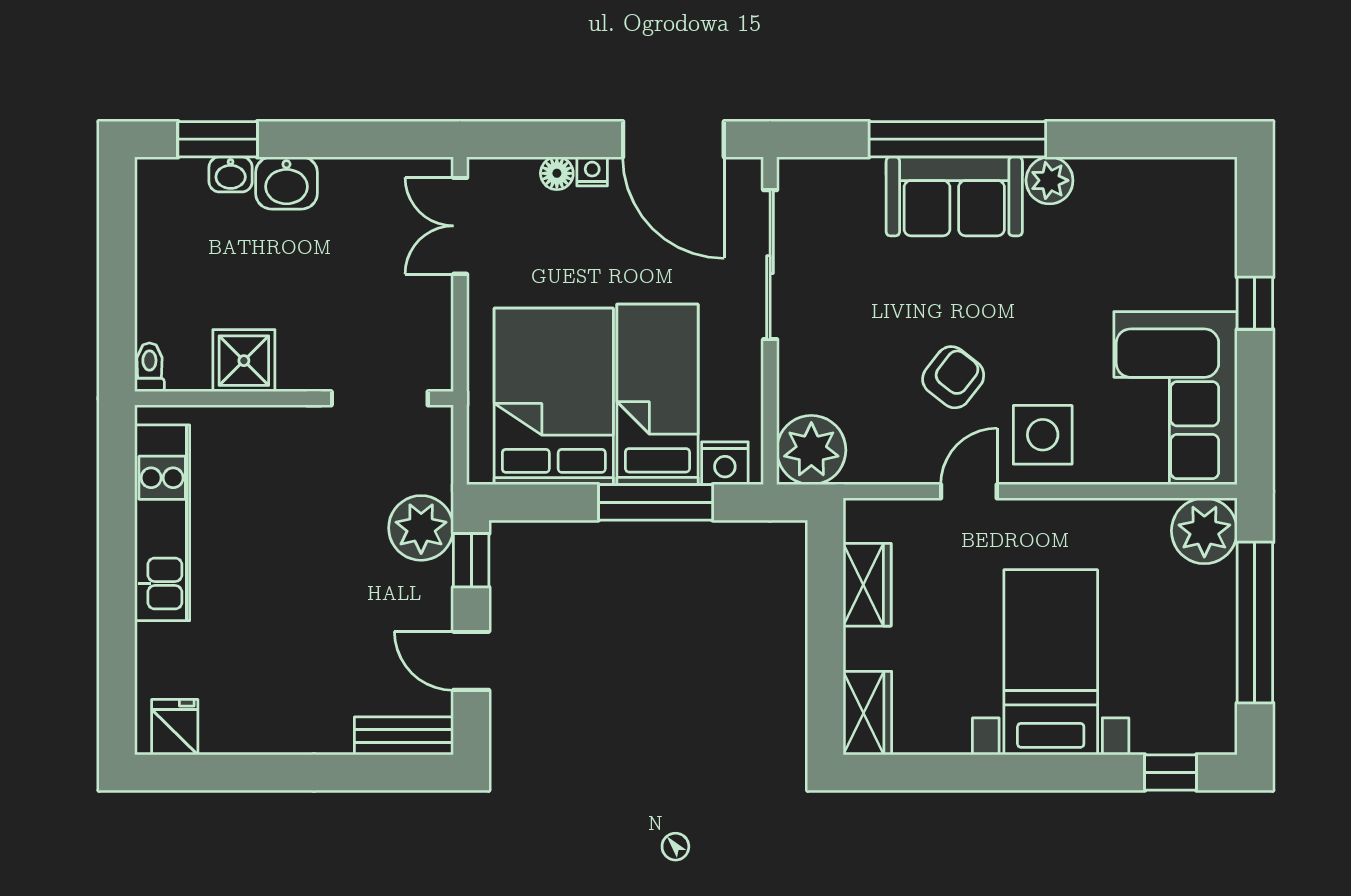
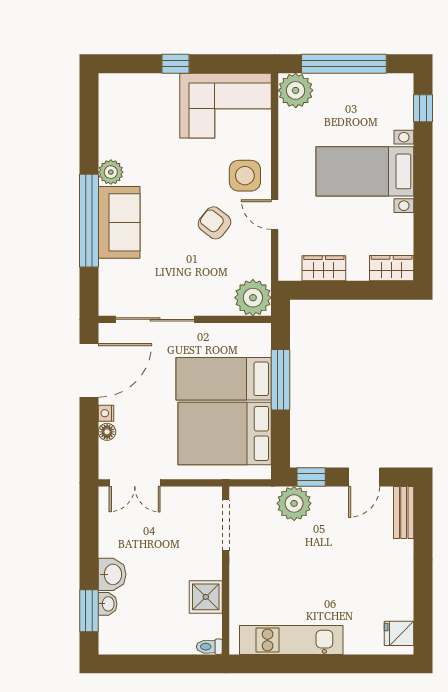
nightstand: (725, 463) -> (260, 343), removed

